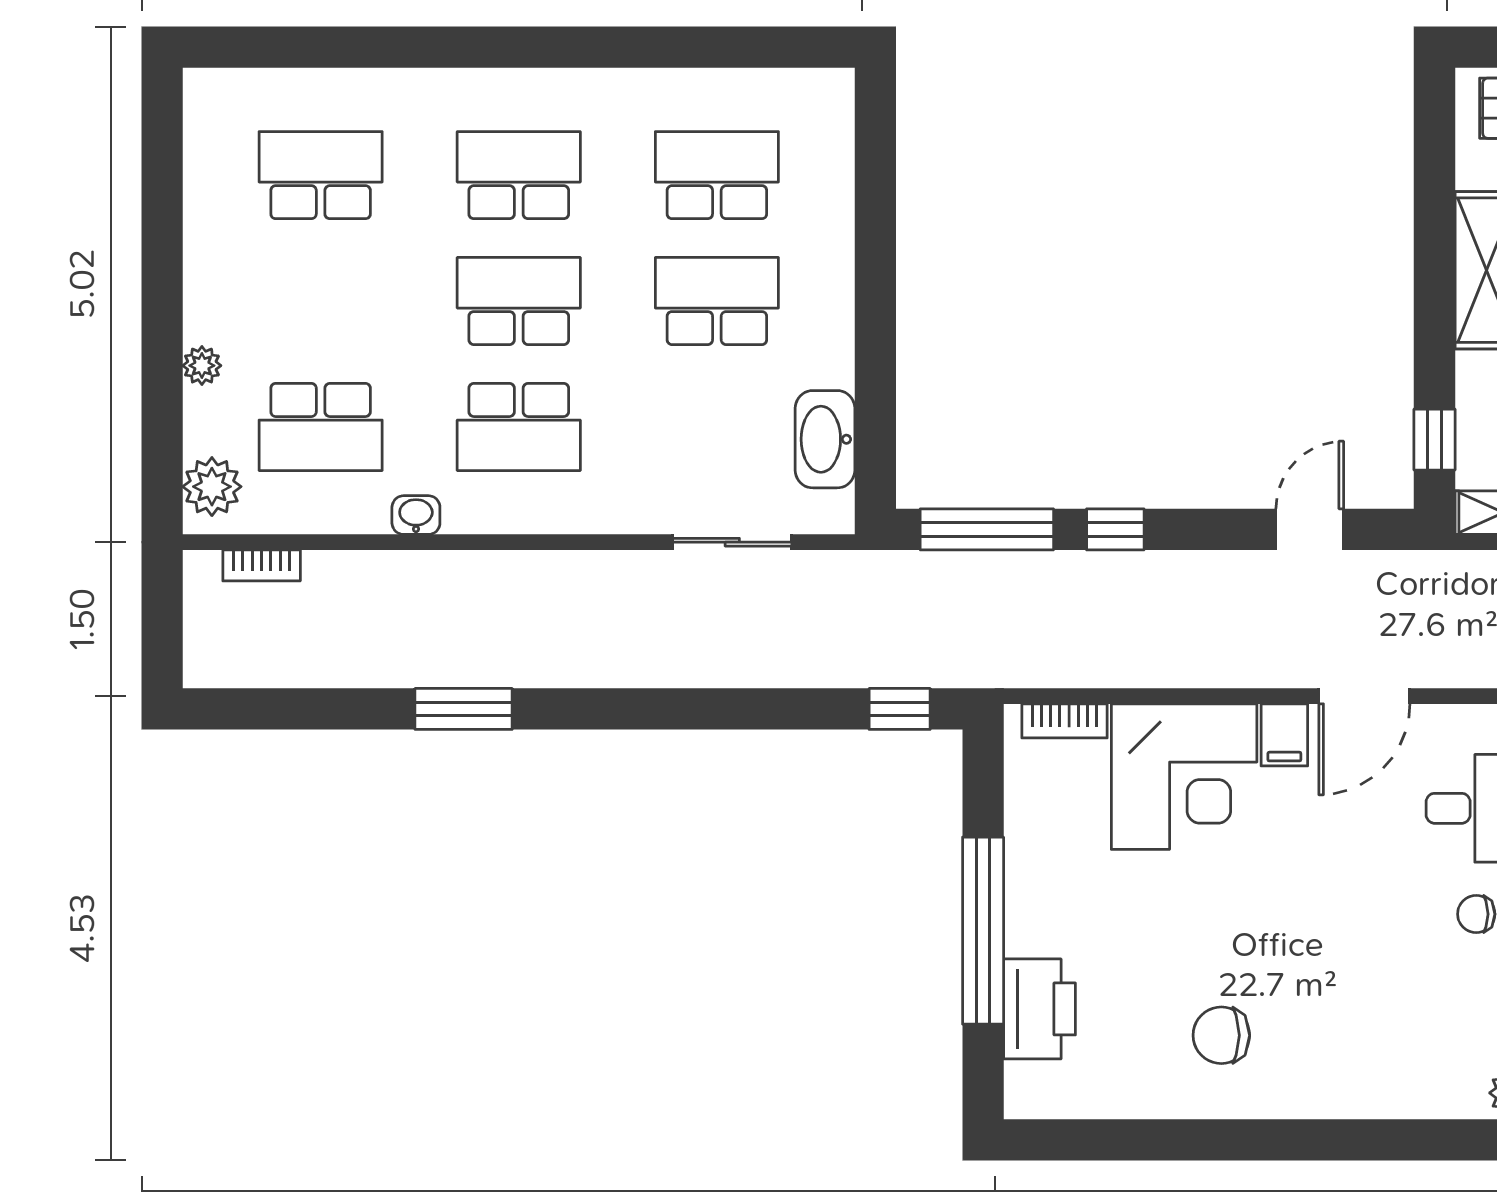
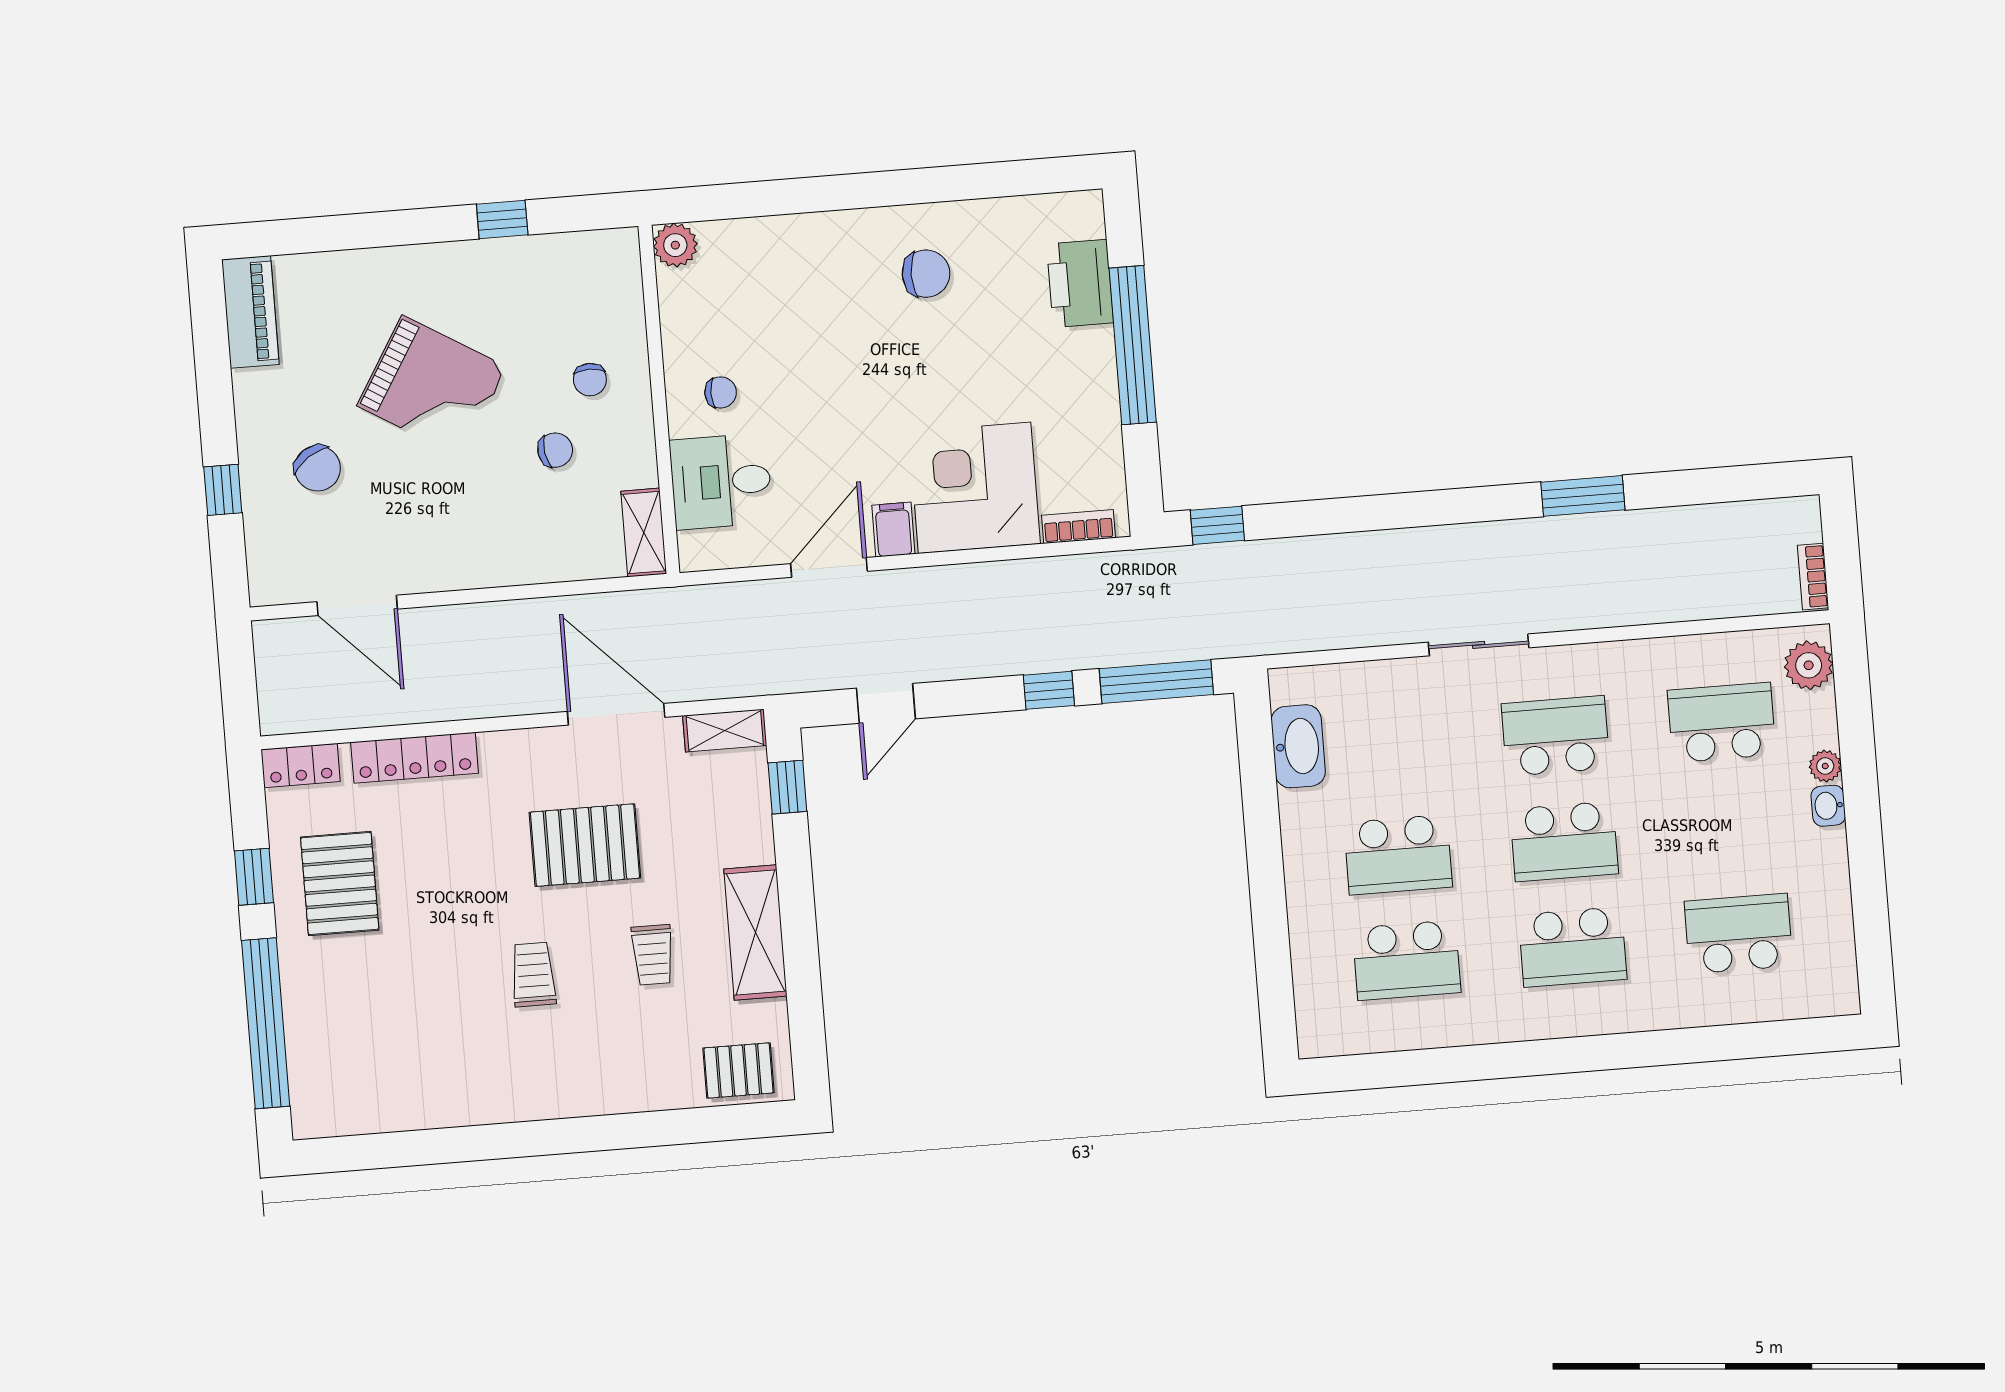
school desk: (321, 175) -> (1739, 934), turned 180
washbasin: (416, 515) -> (1828, 806), moved, turned 90
sliding door: (732, 542) -> (1479, 645), moved
bookcase: (262, 565) -> (1813, 577), moved, turned -90

